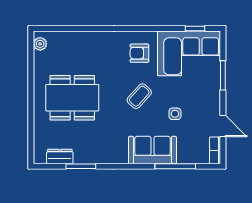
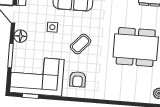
armchair: (139, 53) -> (78, 79), turned 90
floor lamp: (213, 100) -> (20, 36), added

